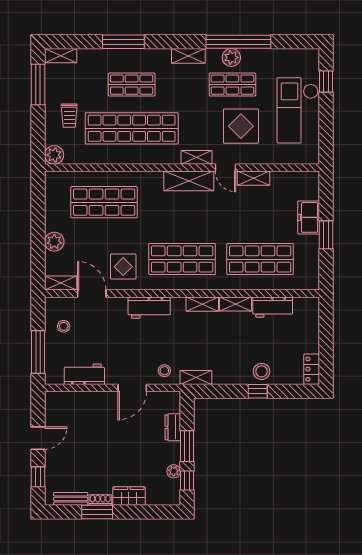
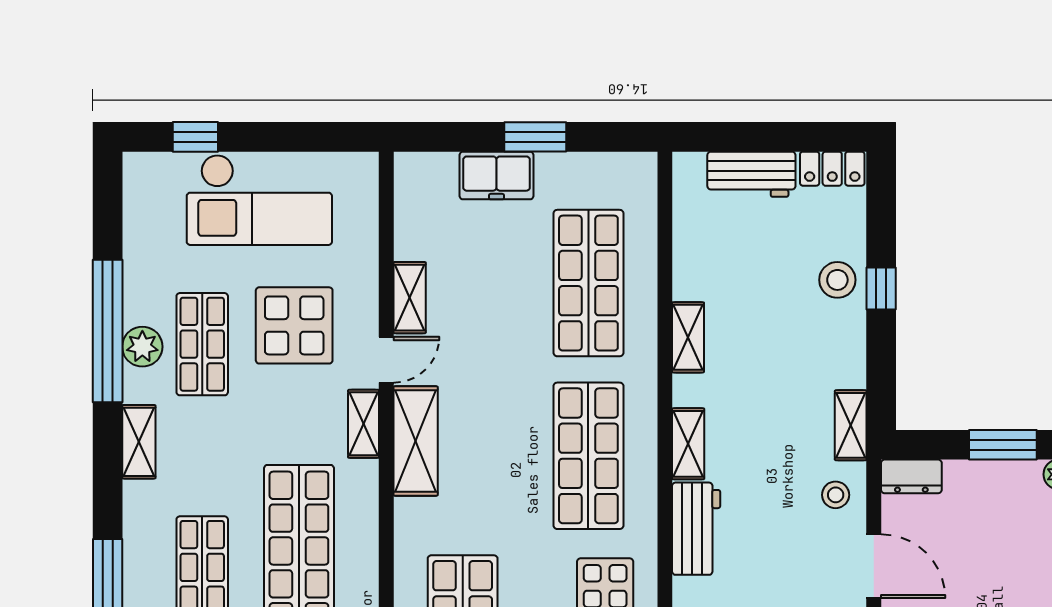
shelving: (202, 304) -> (688, 444), moved
workbench: (273, 307) -> (751, 174), moved, turned 90
dresser: (173, 427) -> (911, 476), moved

